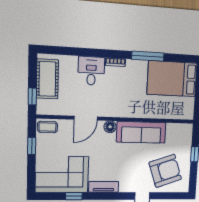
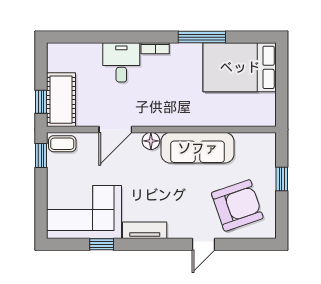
cot: (47, 79) -> (61, 100), moved
window: (32, 146) -> (41, 156), moved

